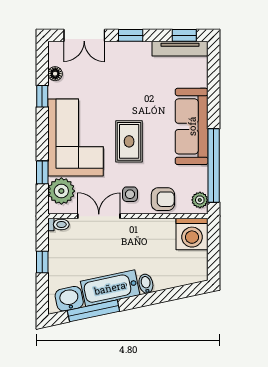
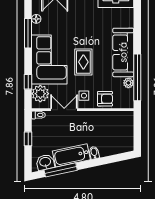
window: (42, 96) -> (28, 33), width x2.17
plant: (200, 200) -> (128, 83), moved
washing machine: (192, 234) -> (123, 121), removed

